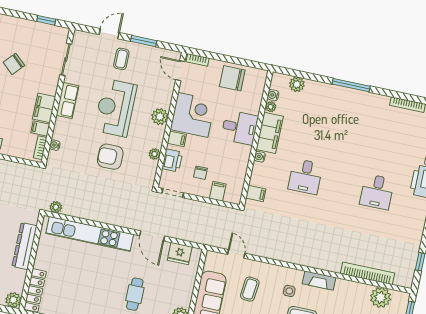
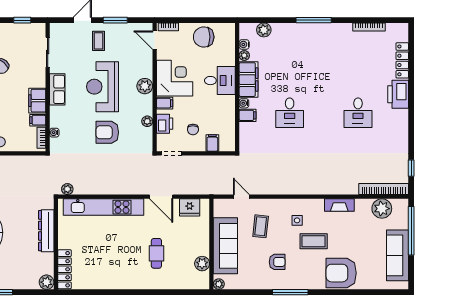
filing cabinet: (256, 193) -> (248, 115), moved
bookcase: (368, 273) -> (384, 189), moved
fireplace: (319, 281) -> (339, 205), moved

